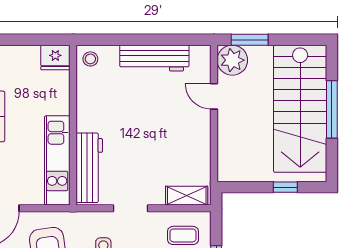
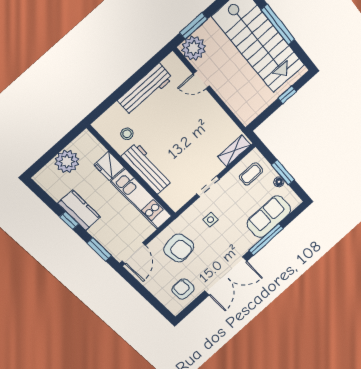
fridge: (55, 57) -> (109, 166), moved, turned 90
stool: (90, 59) -> (127, 134), moved
plant: (24, 60) -> (67, 161), added
workbench: (89, 168) -> (147, 169), moved

